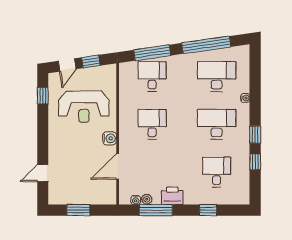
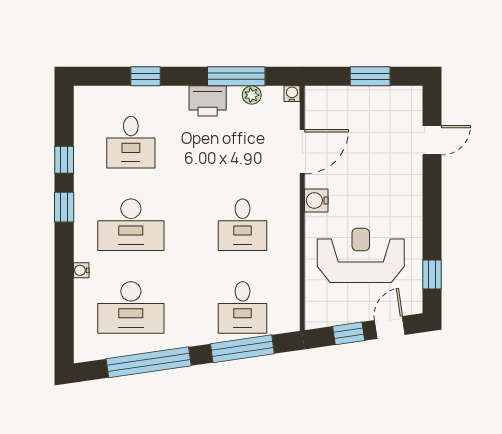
water cooler: (136, 200) -> (292, 94), moved

